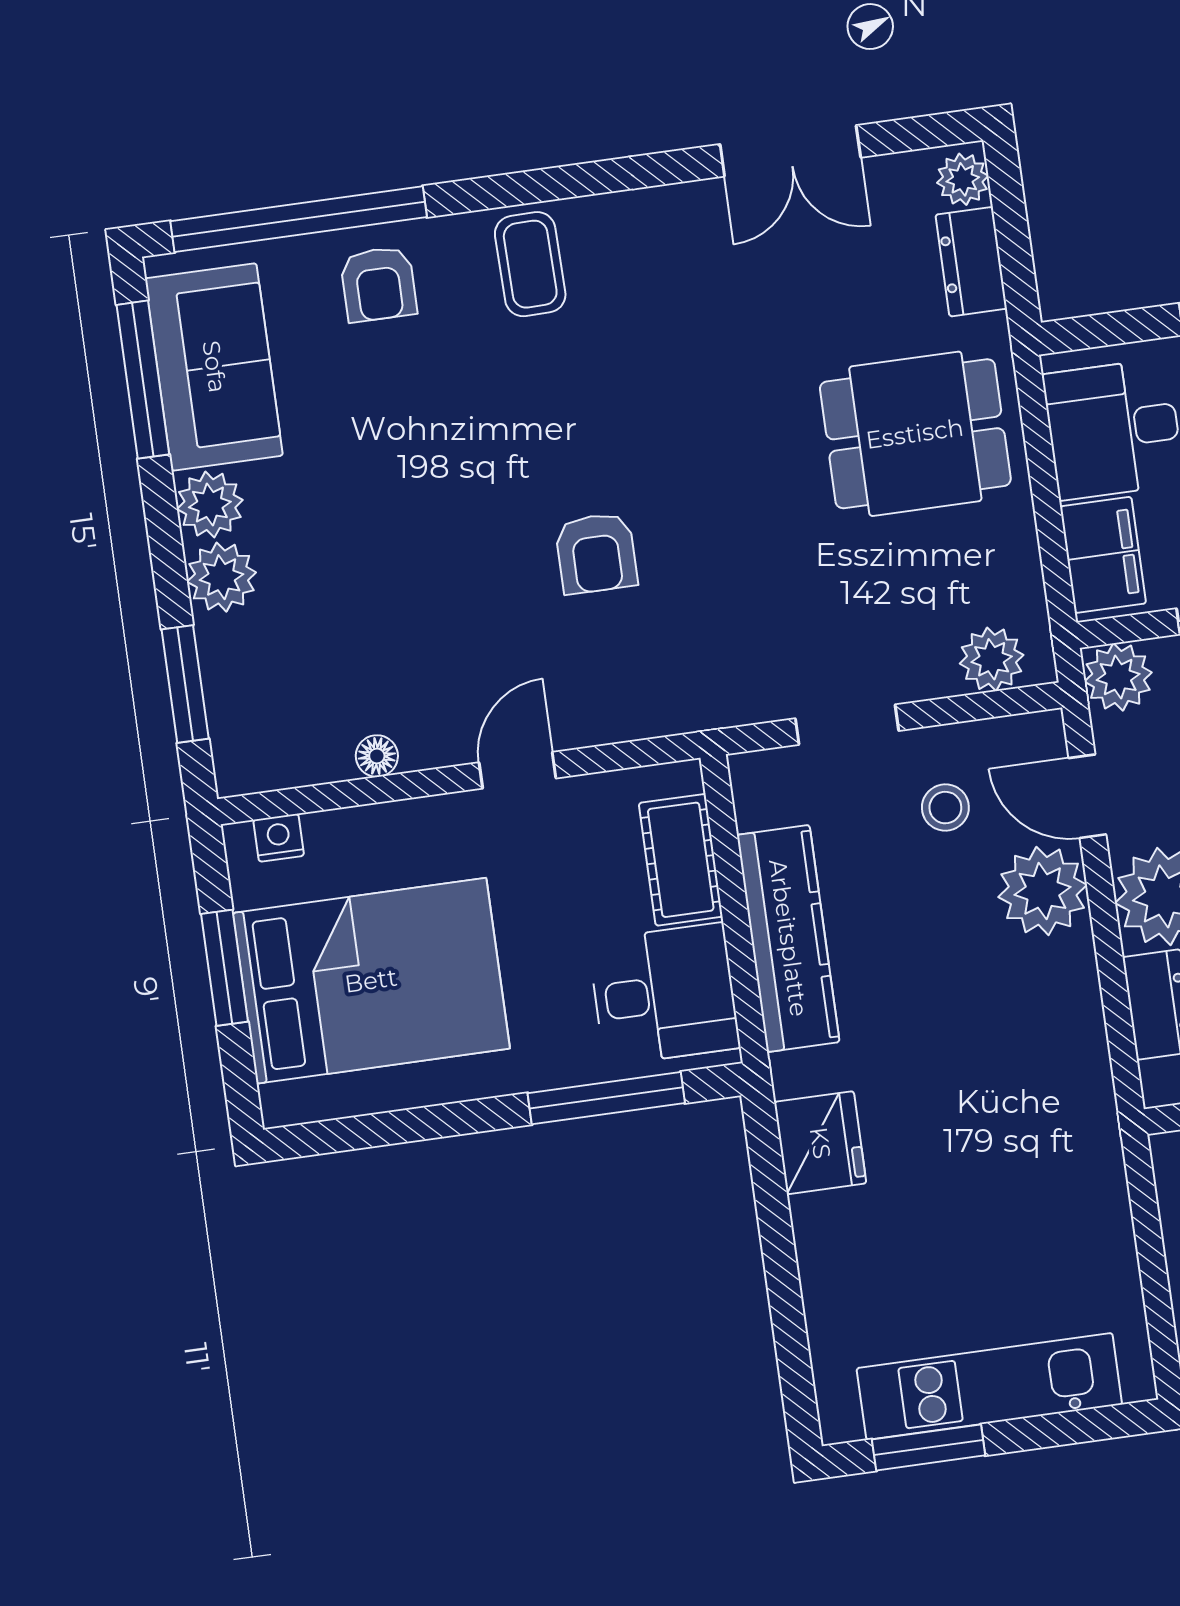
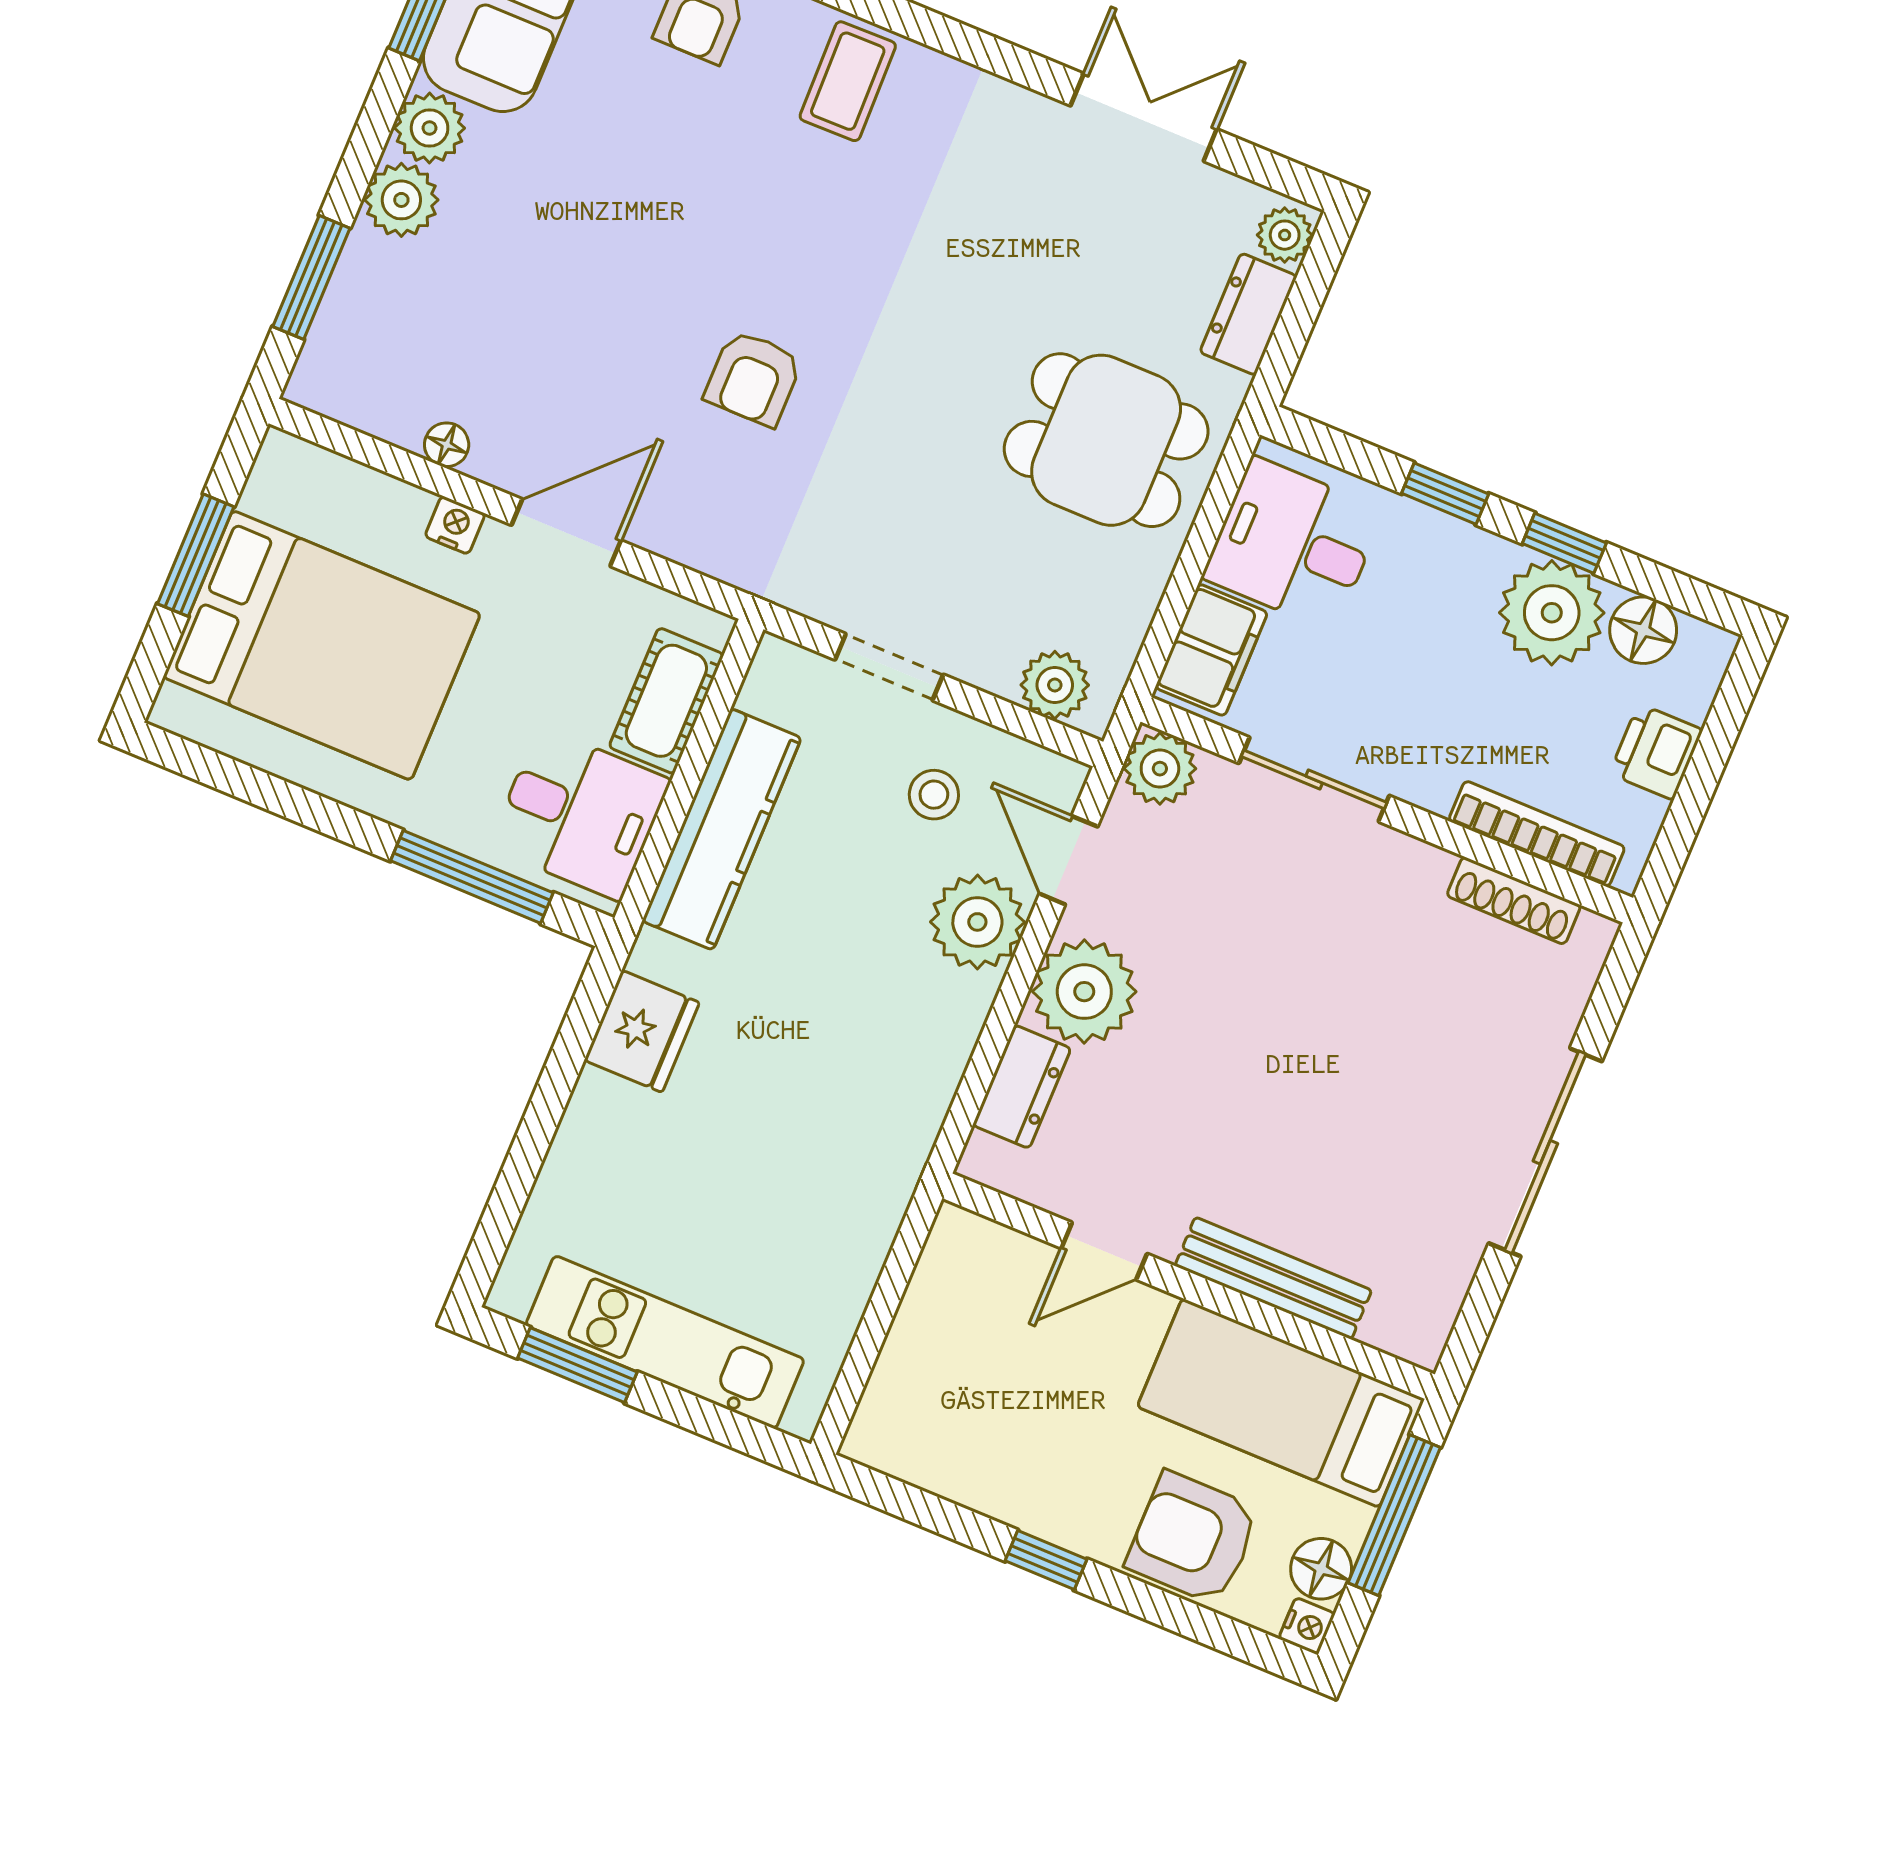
double door: (790, 151) -> (1144, 117), swing flipped
door: (517, 770) -> (566, 533), width x1.38
nightstand: (279, 838) -> (455, 525), moved

